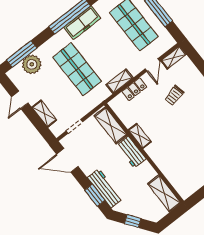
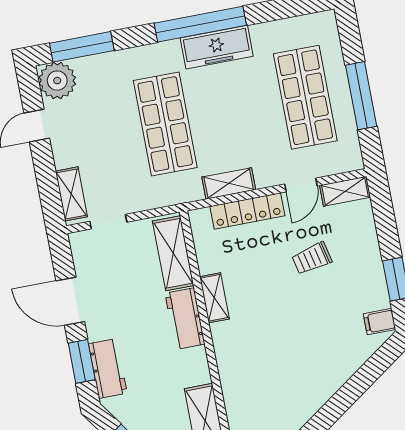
plant: (32, 64) -> (57, 81), moved
locker: (134, 89) -> (247, 211), width x1.53
shelving: (44, 114) -> (71, 194), moved
door: (67, 160) -> (70, 301), moved
workbench: (105, 188) -> (108, 368), width x0.73

